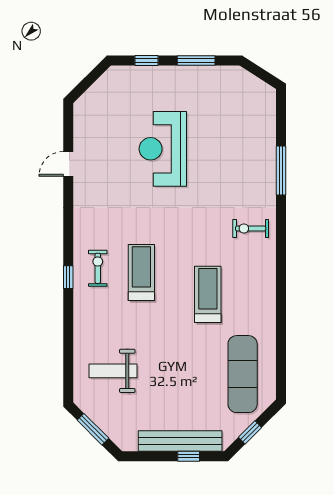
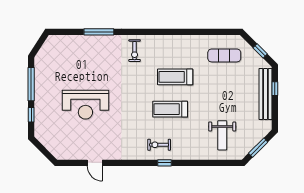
window: (196, 60) -> (31, 84), width x1.44
treadmill: (141, 272) -> (170, 109), moved
exercise mat: (243, 374) -> (224, 55), width x0.73, depth x0.69

